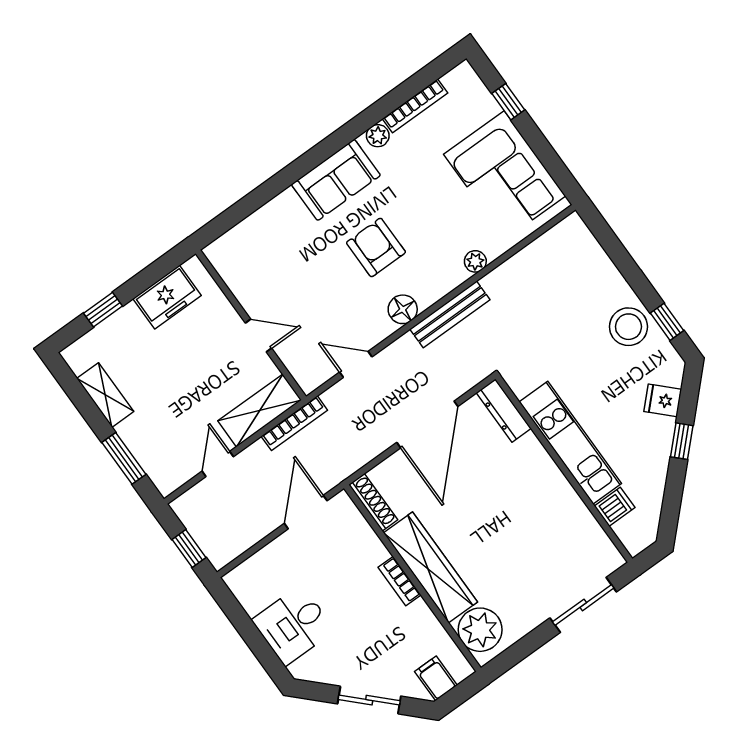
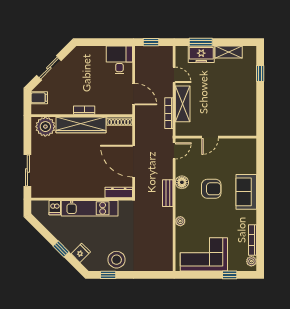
plant: (378, 136) -> (251, 261), moved
freezer: (167, 297) -> (201, 54), moved, turned -90
bench: (450, 314) -> (168, 193), width x0.73
wall: (251, 325) -> (216, 137), moved
door: (259, 336) -> (210, 137), moved
desk: (293, 625) -> (119, 60), moved

